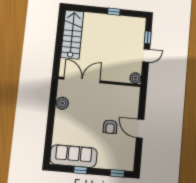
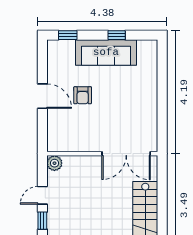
plant: (62, 103) -> (149, 120), removed
armchair: (110, 127) -> (83, 95), turned 180
sofa: (74, 156) -> (106, 52), moved

